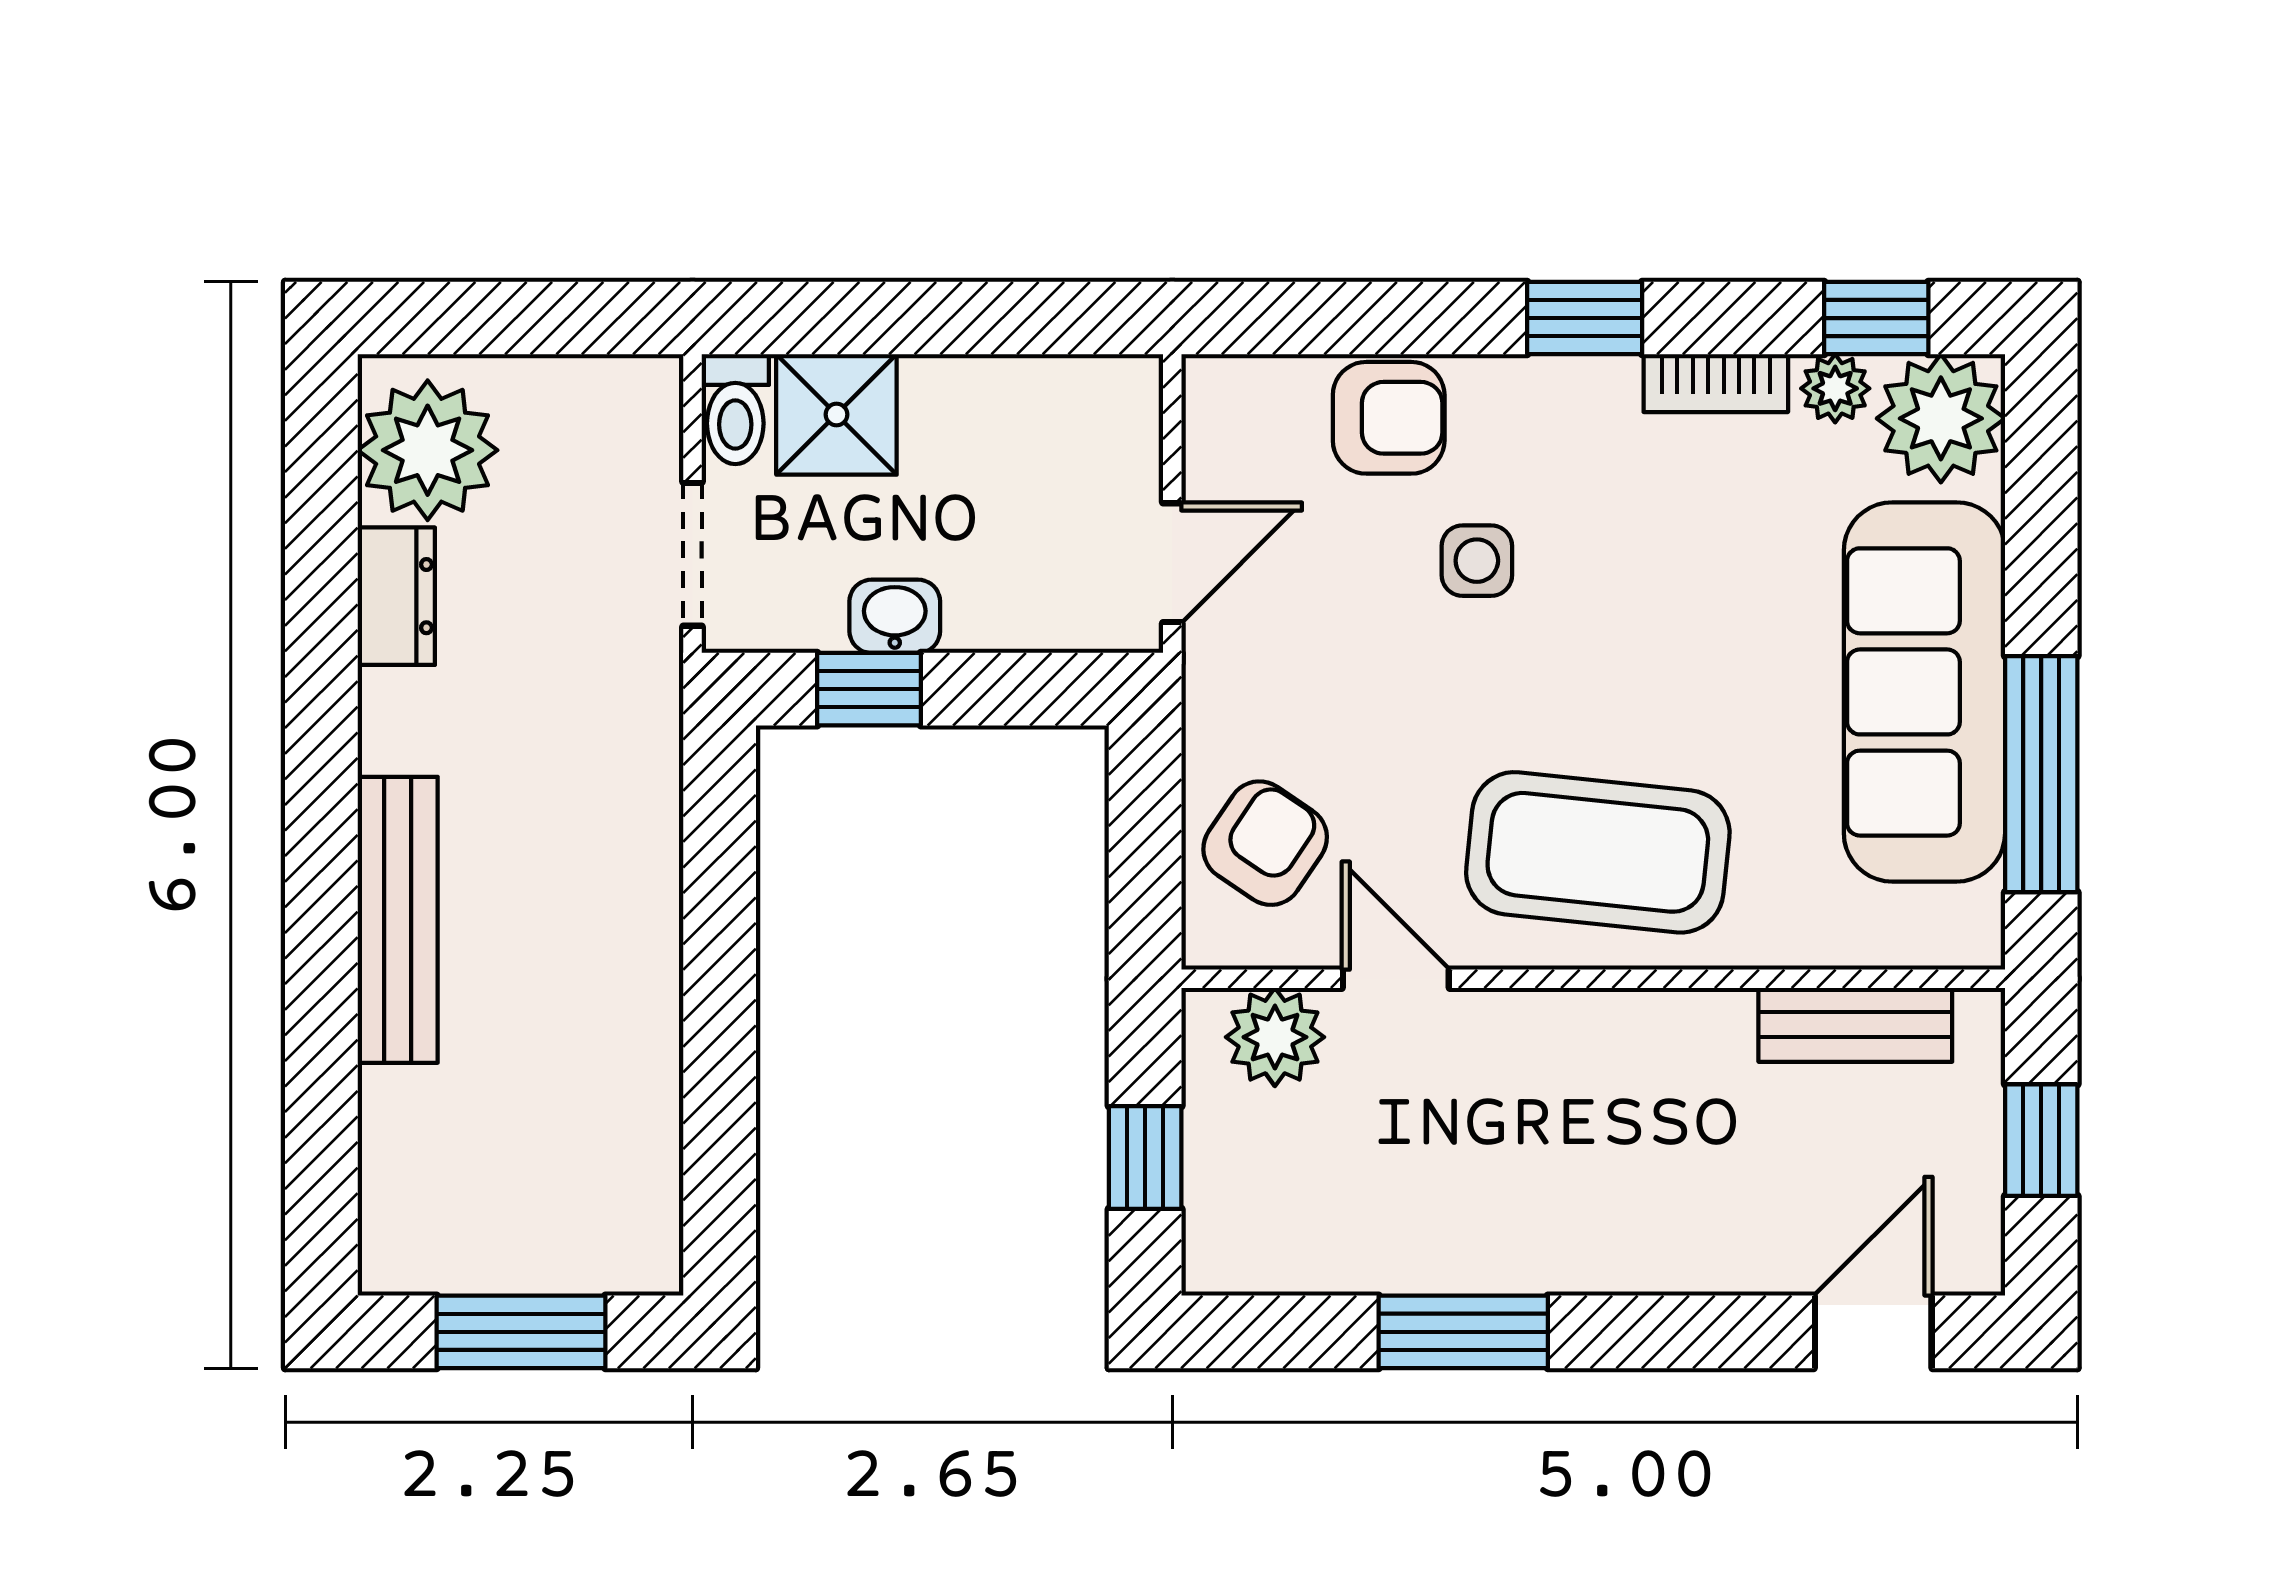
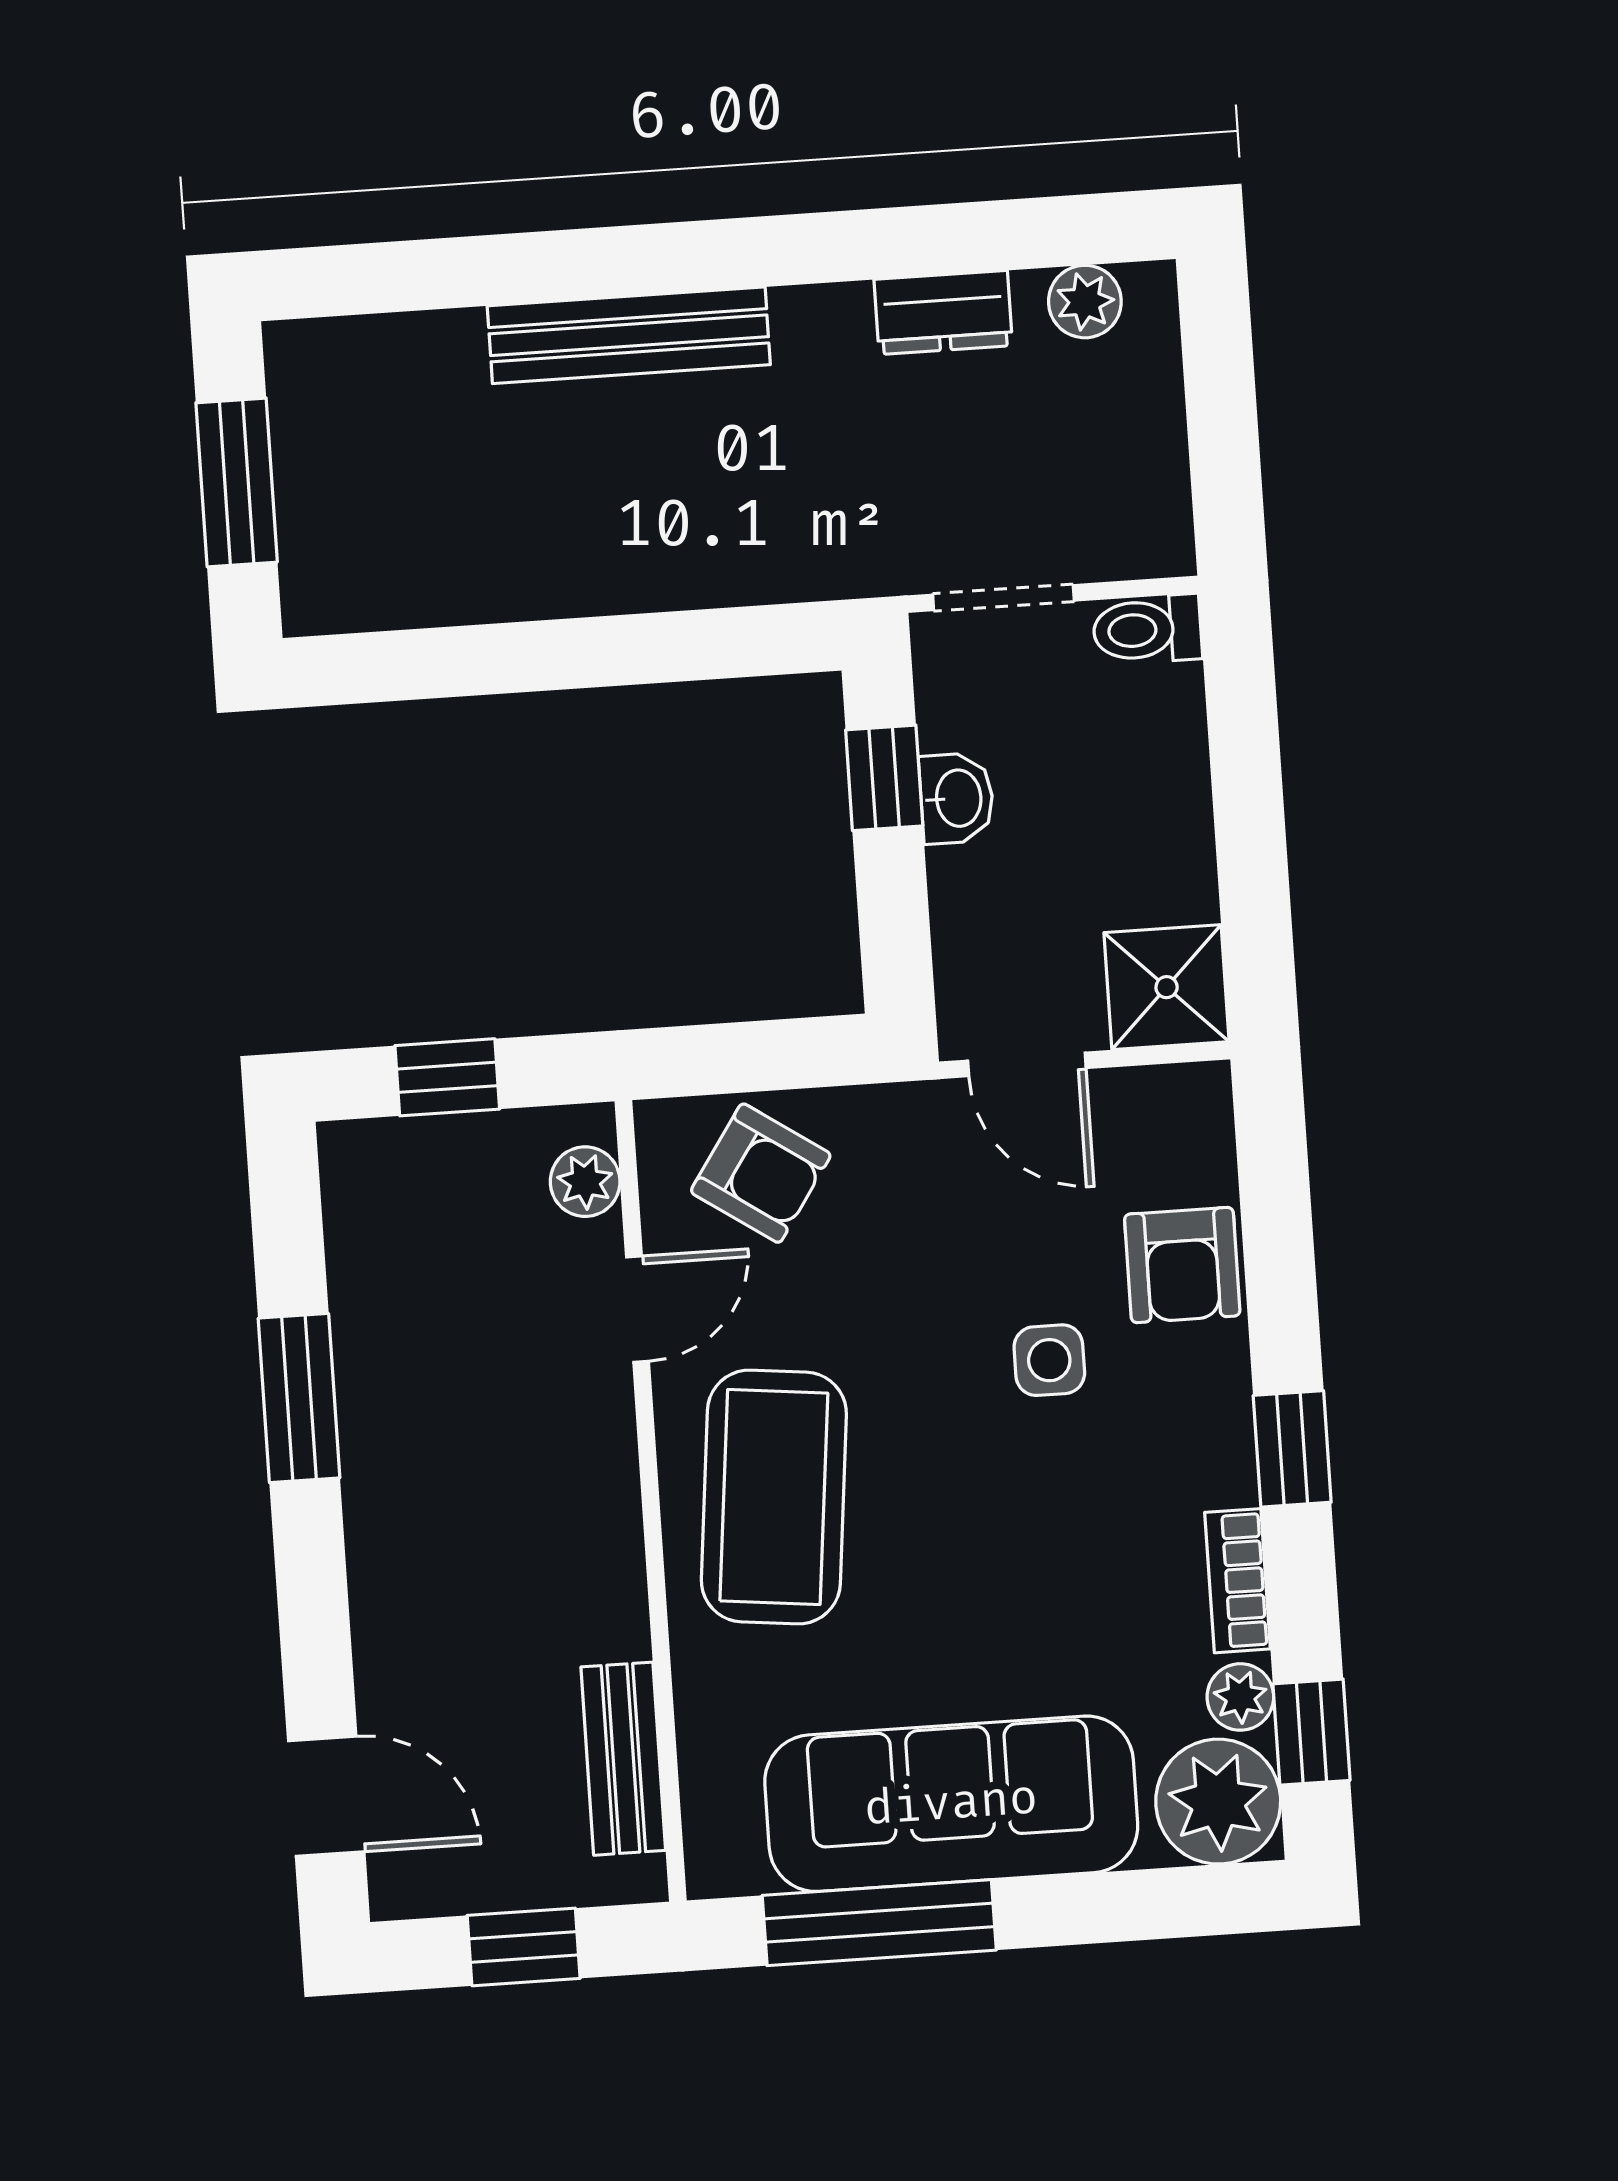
shower: (836, 414) -> (1167, 987), moved
plant: (428, 450) -> (1085, 302), width x0.53, depth x0.53
plant: (1275, 1037) -> (585, 1182), width x0.73, depth x0.73

